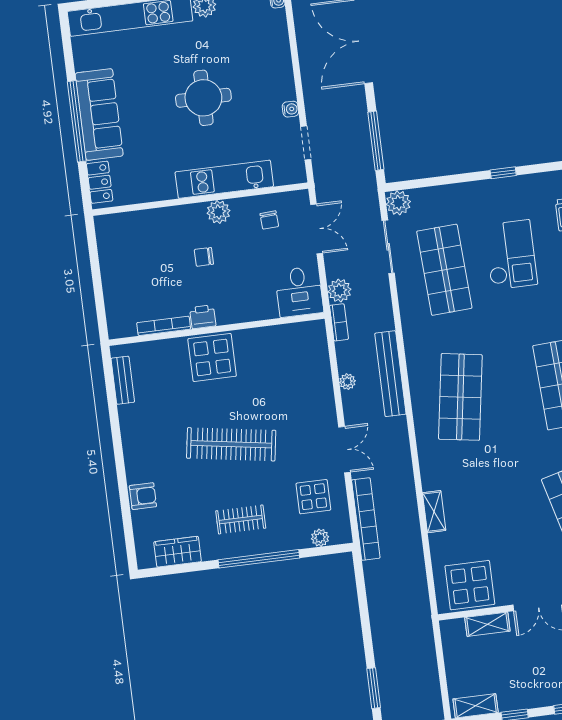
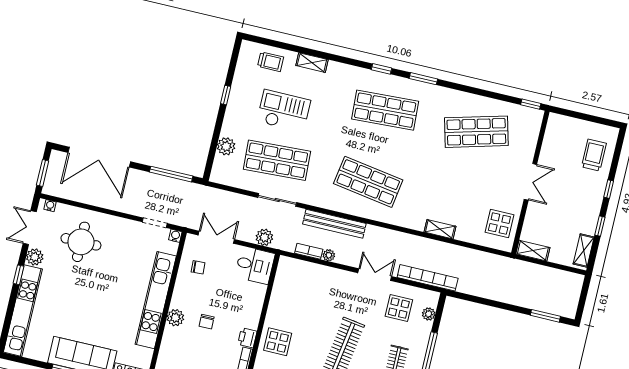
round table: (203, 98) -> (81, 242), moved
water cooler: (290, 109) -> (175, 236), moved
kitchen unit: (224, 179) -> (156, 300), width x1.36
plant: (398, 203) -> (226, 146), moved
plant: (218, 212) -> (175, 318), moved
sliding door: (388, 247) -> (277, 200), moved
bookcase: (339, 322) -> (309, 251), moved
display table: (212, 357) -> (278, 342), width x0.73, depth x0.73
display table: (470, 585) -> (499, 223), width x0.73, depth x0.73
shelving: (487, 624) -> (533, 251), moved, turned 90

